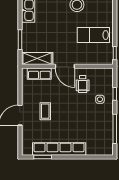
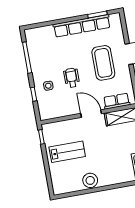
wheelchair: (83, 84) -> (72, 78), moved
coffee table: (45, 111) -> (103, 63), width x1.86, depth x1.72

